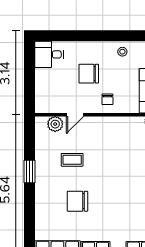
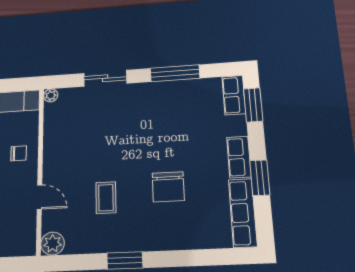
plant: (55, 124) -> (53, 244), moved

